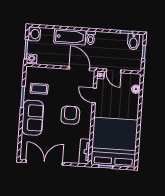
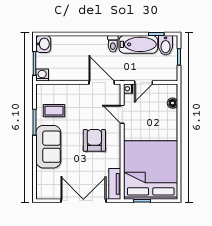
bathtub: (70, 37) -> (138, 44), moved
door: (114, 71) -> (144, 83), hinge flipped
double door: (44, 162) -> (83, 201), moved

